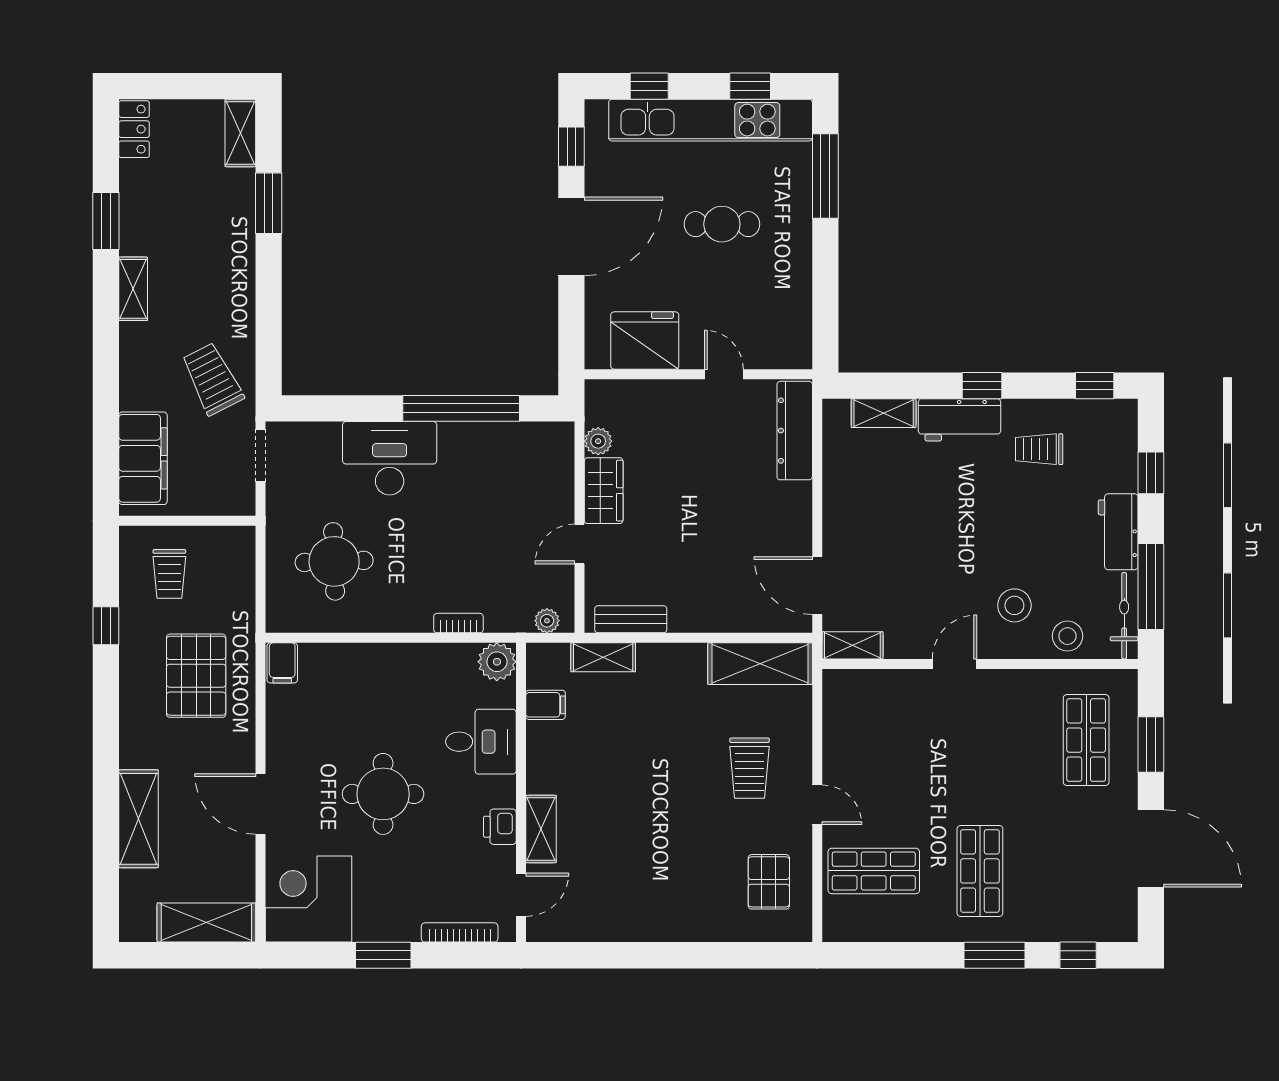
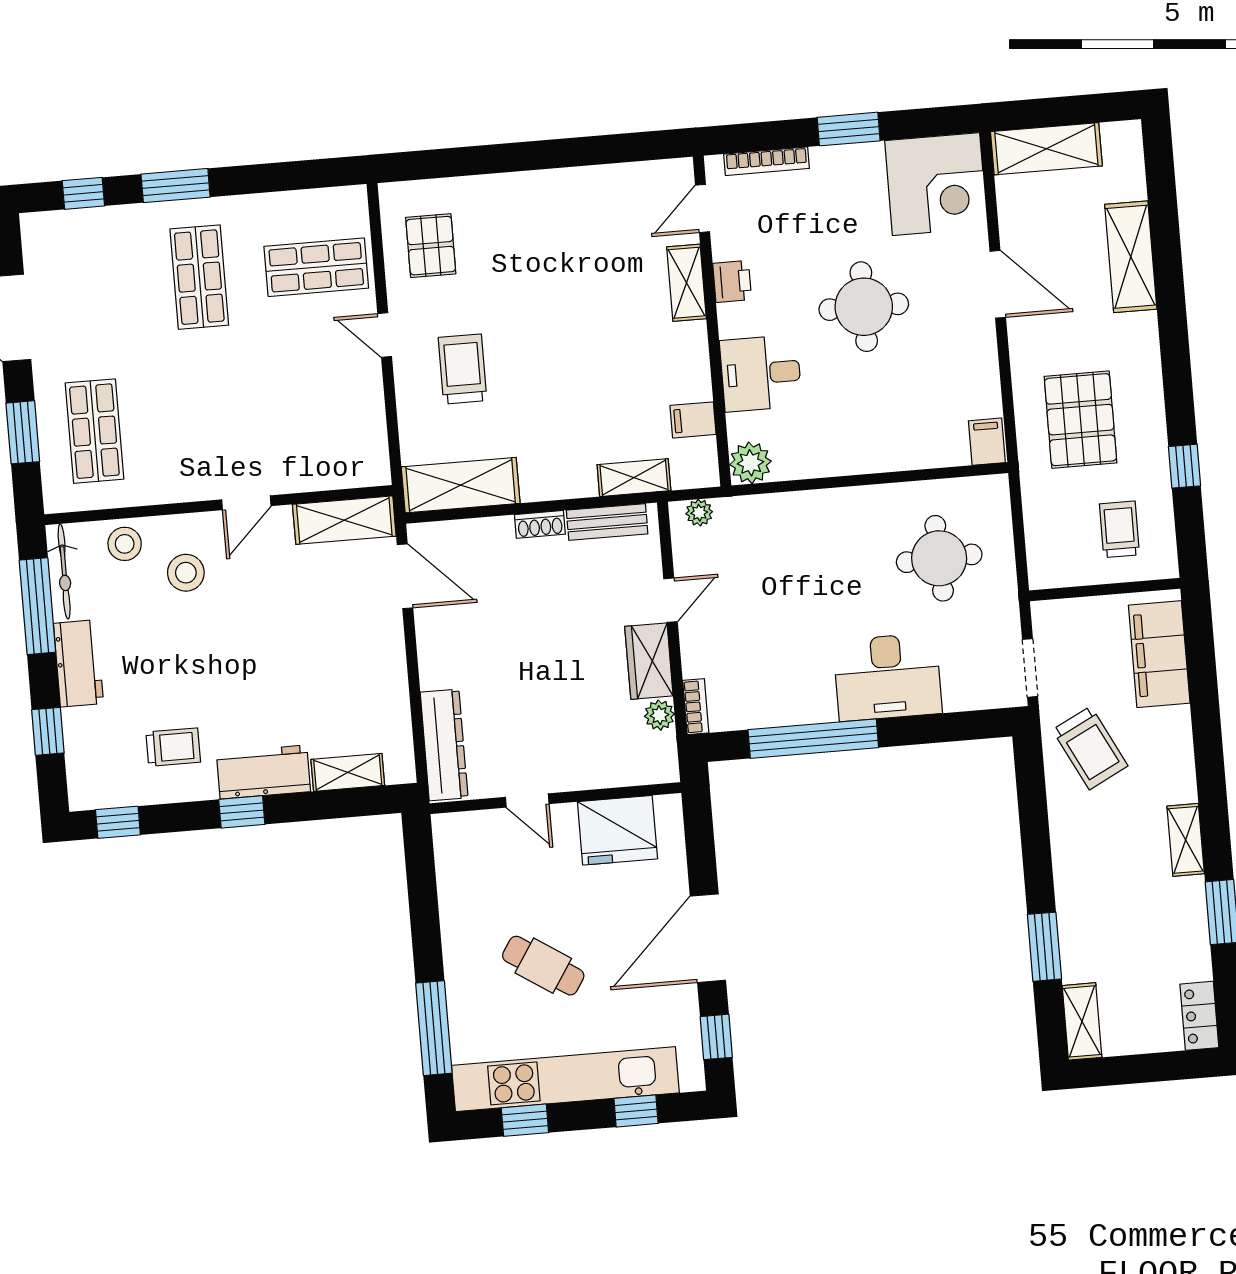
cafe table: (722, 224) -> (543, 966), turned 33
shoe rack: (691, 622) -> (540, 524), added
bookcase: (458, 623) -> (696, 707), moved, turned -90
shelving: (852, 645) -> (344, 520), width x1.50, depth x1.33

